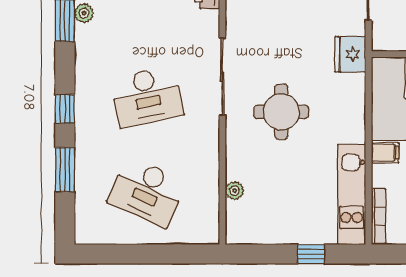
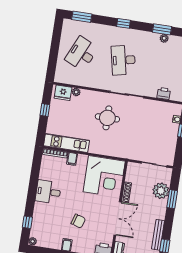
fridge: (350, 54) -> (63, 93), moved, turned 180
filing cabinet: (385, 153) -> (72, 159), moved
window: (65, 170) -> (82, 17), moved
window: (311, 254) -> (45, 110), moved

